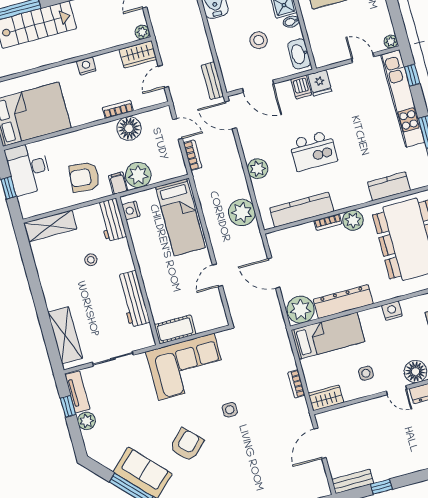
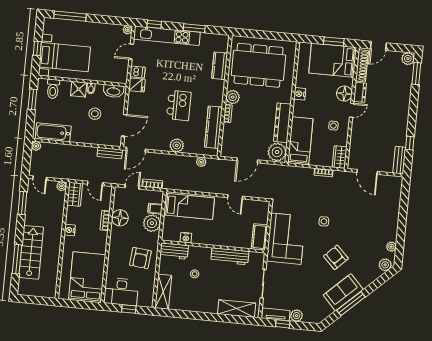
dishwasher: (301, 87) -> (138, 72), moved
filing cabinet: (118, 183) -> (155, 209), moved
nightstand: (131, 210) -> (186, 238), moved
plant: (242, 213) -> (201, 162), width x0.53, depth x0.53

